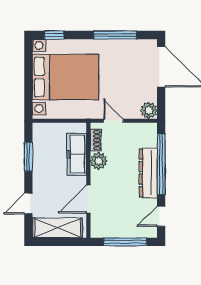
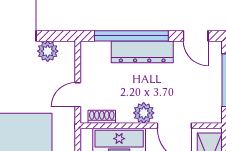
plant: (149, 110) -> (48, 51), moved
plant: (99, 161) -> (144, 113), moved

